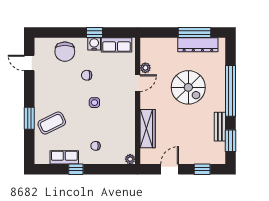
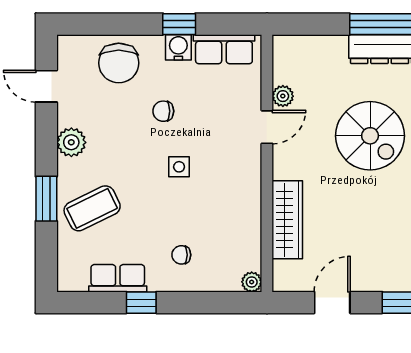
plant: (42, 91) -> (71, 142), added

